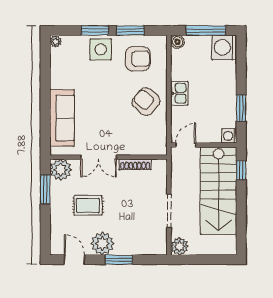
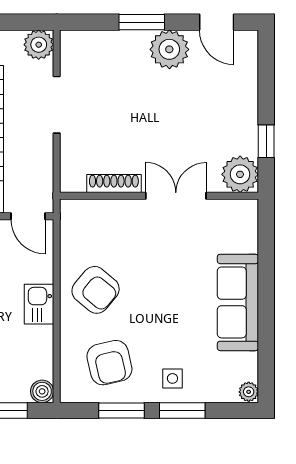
side table: (101, 49) -> (172, 378), width x0.54, depth x0.54
armchair: (138, 59) -> (109, 363), turned -103
sofa: (62, 118) -> (238, 302), moved
door: (186, 145) -> (28, 216), hinge flipped
window: (45, 189) -> (266, 141), width x0.67
rug: (88, 205) -> (194, 114), removed

